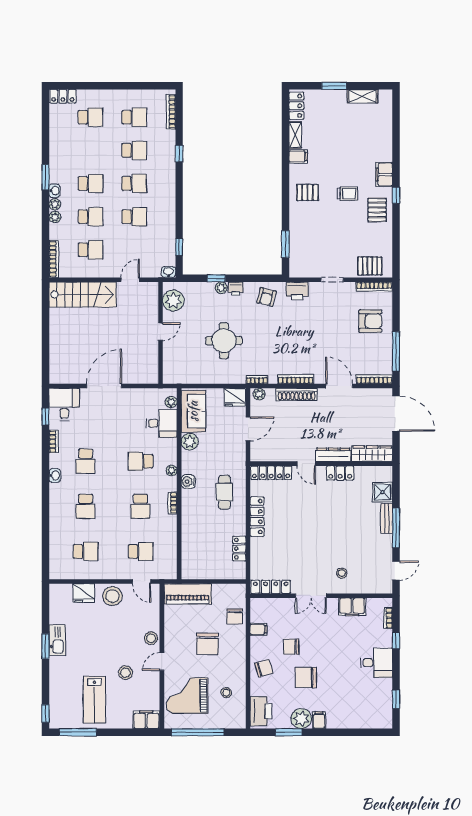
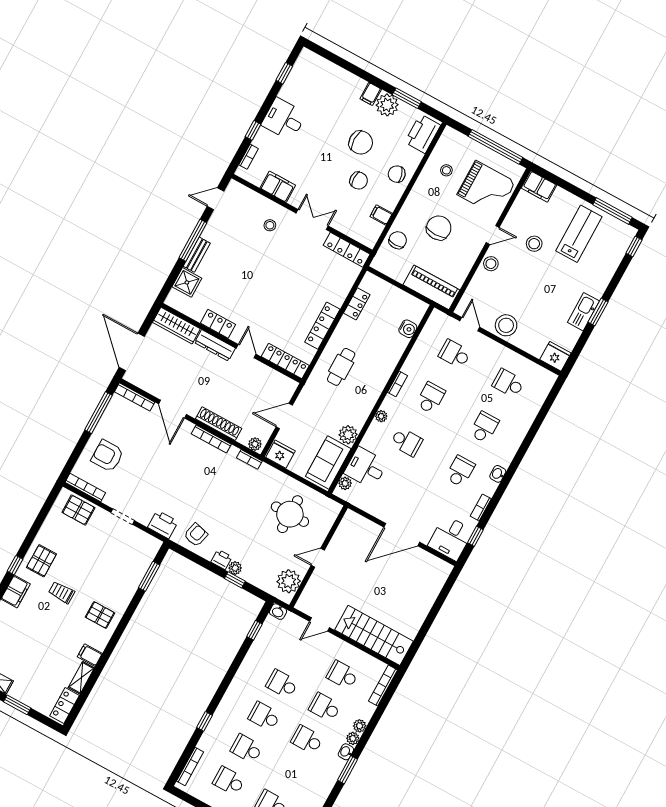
round table: (224, 341) -> (290, 514), moved
water cooler: (188, 482) -> (408, 329), moved
fridge: (84, 593) -> (555, 356), moved

